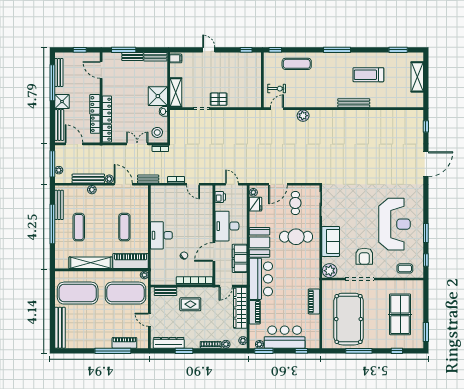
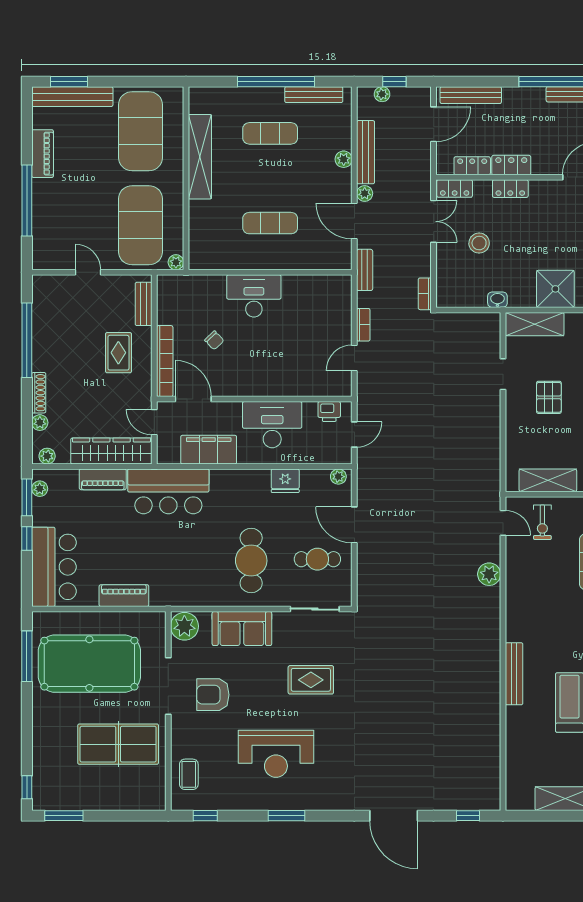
shelving: (255, 86) -> (548, 480), added
shower: (158, 96) -> (555, 289), moved
pallet: (219, 99) -> (549, 397), moved
shower: (62, 102) -> (517, 100), removed
locker: (107, 110) -> (510, 189), width x0.66
stool: (157, 132) -> (479, 243), moved
double door: (137, 144) -> (434, 221), moved
window: (52, 164) -> (394, 82), width x0.46
door: (123, 184) -> (354, 221), swing flipped
fridge: (255, 204) -> (285, 481), moved
rug: (357, 206) -> (311, 680), added
reception desk: (394, 224) -> (276, 754), width x0.74, depth x0.77
window: (426, 233) -> (287, 816), moved
booth: (260, 242) -> (240, 489), removed
door: (214, 252) -> (193, 399), moved
piano: (131, 261) -> (203, 235), removed
table tennis table: (400, 314) -> (118, 744), moved
door: (149, 320) -> (88, 272), hinge flipped
window: (52, 329) -> (69, 82), added
bar counter: (285, 337) -> (54, 567), moved
piano: (124, 343) -> (43, 154), moved
dresser: (169, 343) -> (43, 310), removed
window: (184, 351) -> (27, 340), width x2.11
window: (301, 351) -> (27, 539), moved
window: (359, 351) -> (27, 656), moved
window: (397, 351) -> (27, 787), moved

